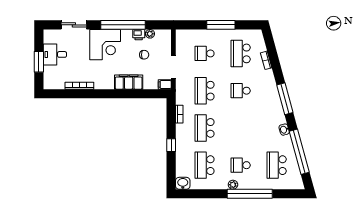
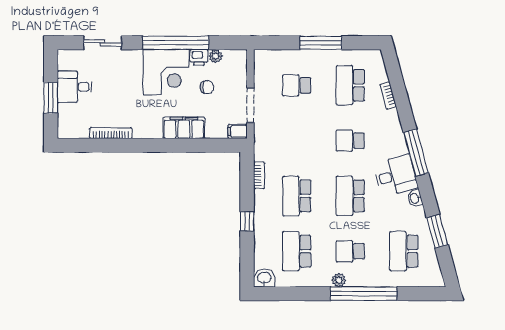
corner desk: (105, 45) -> (166, 72), moved
school desk: (205, 91) -> (350, 196), moved
desk: (271, 114) -> (395, 176), added
window: (299, 152) -> (437, 231), width x0.47

